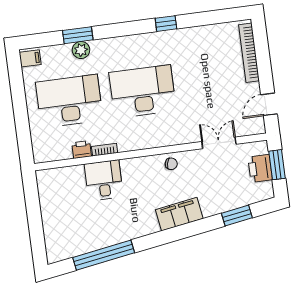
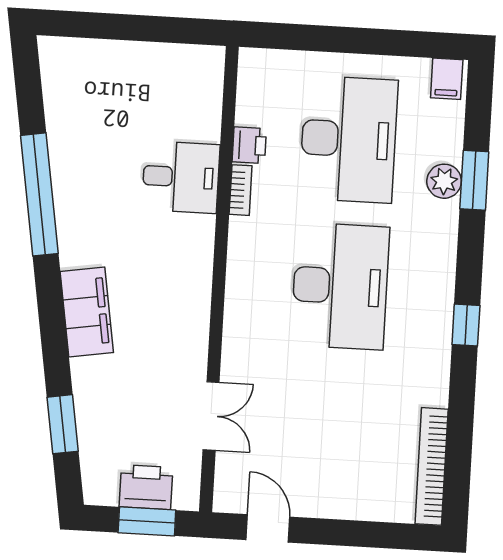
window: (166, 24) -> (466, 325), moved
bookcase: (249, 53) -> (432, 466), moved, turned -90
chair: (171, 164) -> (188, 315), removed
window: (104, 255) -> (39, 194), moved

